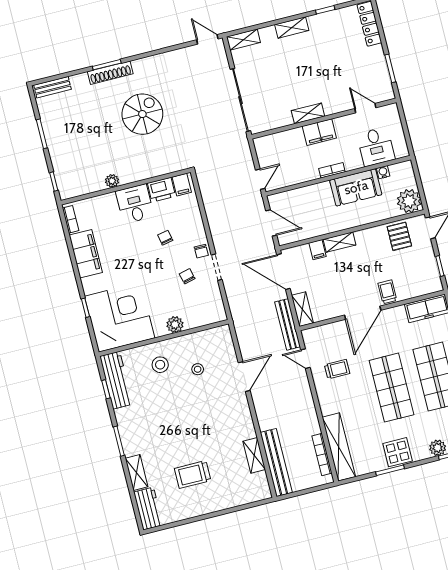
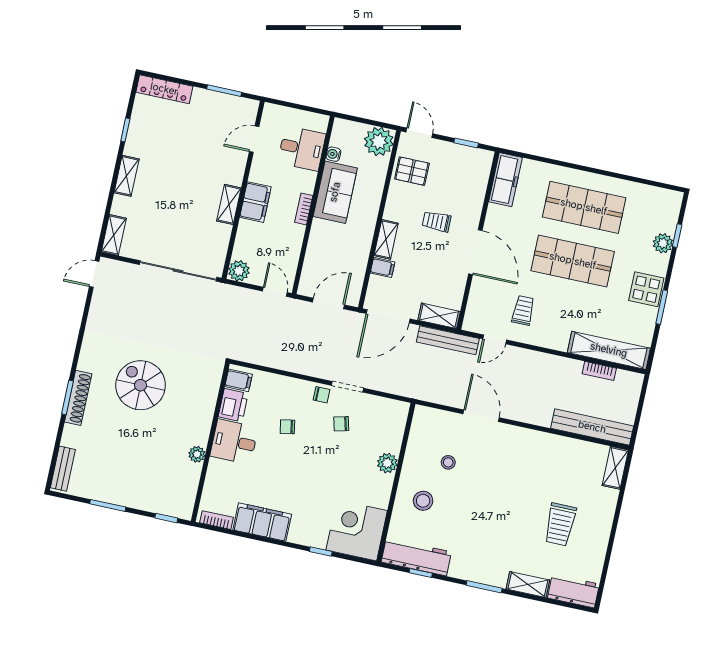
plant: (263, 145) -> (239, 271), added
trolley: (387, 292) -> (437, 221), moved
corner desk: (120, 317) -> (357, 530), width x0.74, depth x0.74
shelving: (254, 455) -> (615, 468), moved, turned 90
bookcase: (322, 455) -> (599, 371), width x0.64

